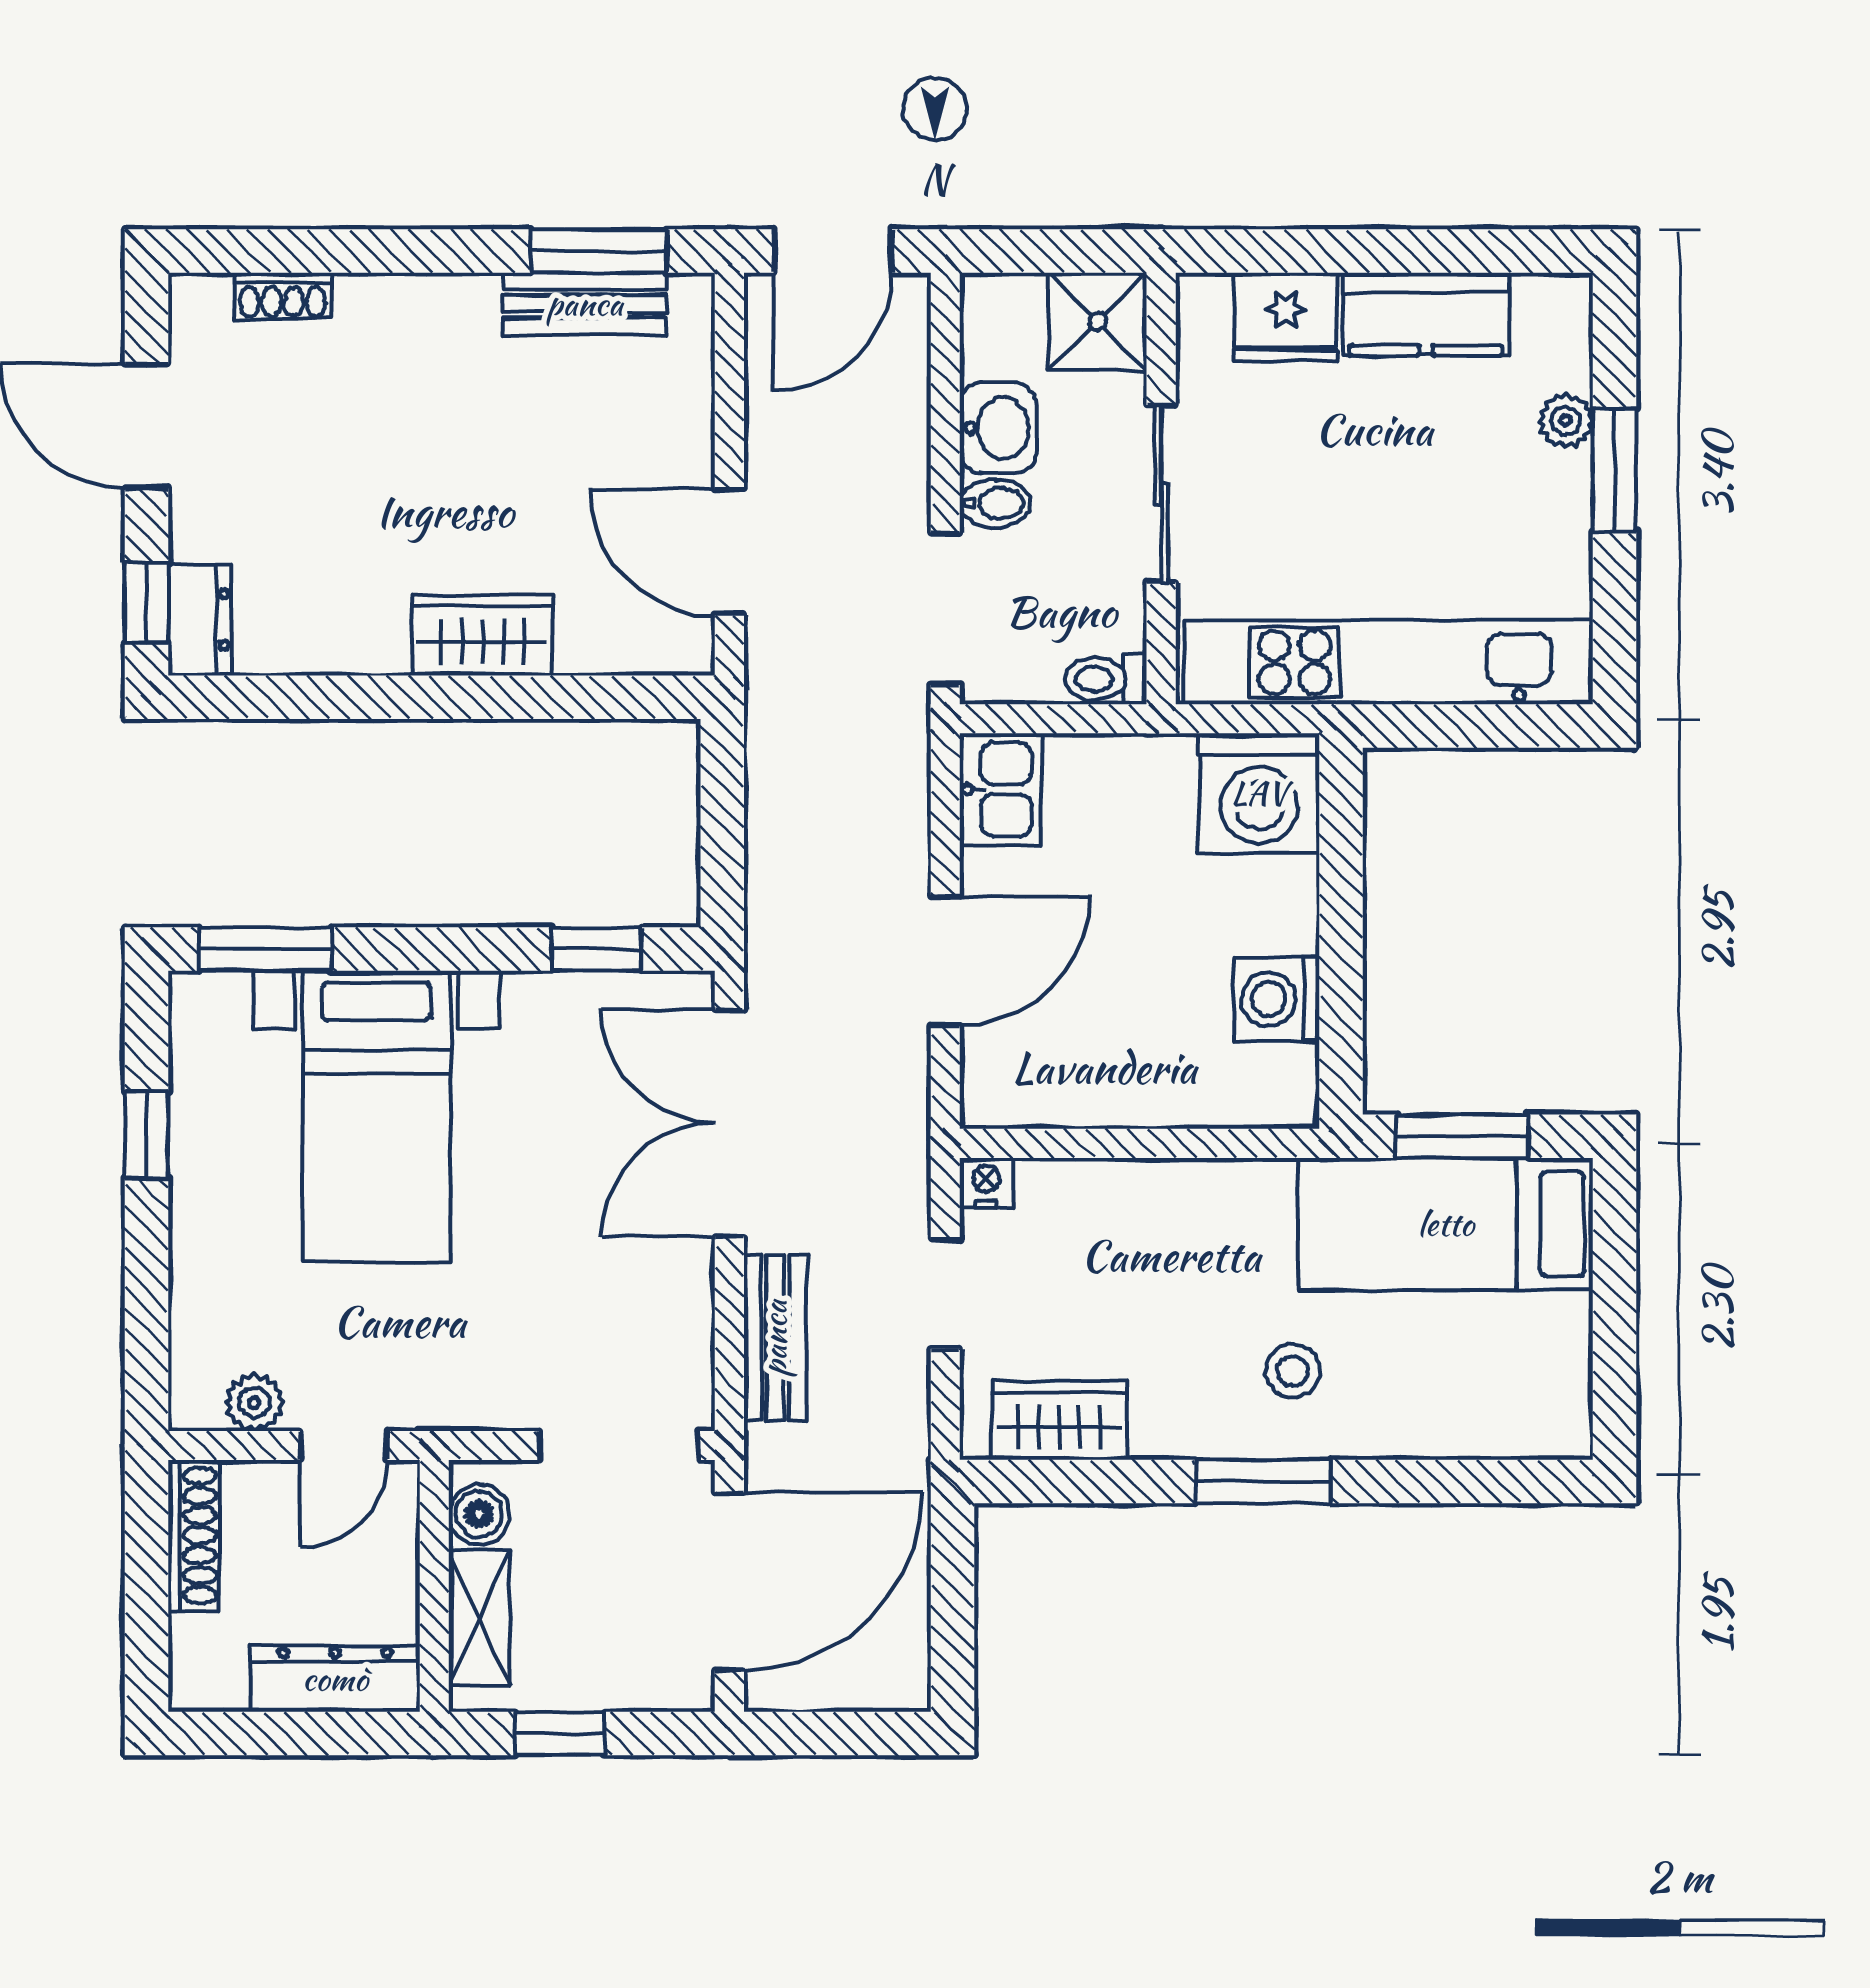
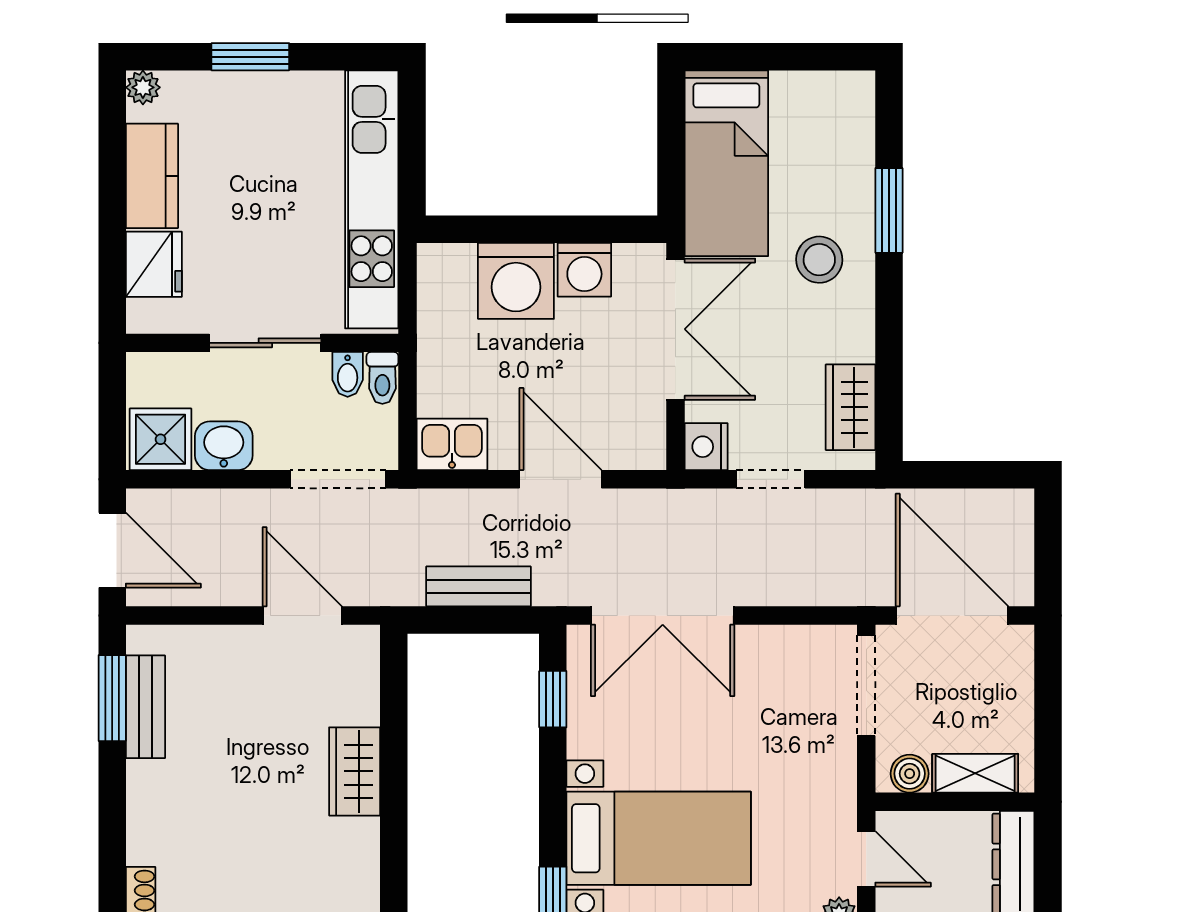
shower: (1098, 321) -> (161, 439), moved
plant: (1566, 421) -> (143, 87), moved
bidet: (995, 503) -> (348, 374), moved, turned 180
door: (729, 552) -> (302, 615), swing flipped
washing machine: (1259, 793) -> (516, 281), moved, turned 90
window: (1461, 1136) -> (671, 153), removed
double door: (1183, 1143) -> (675, 329), added
nightstand: (986, 1183) -> (706, 447), width x1.39, depth x1.35
bench: (775, 1338) -> (479, 586), moved
stool: (1293, 1371) -> (819, 260), width x1.37, depth x1.37
window: (1264, 1482) -> (889, 210), moved
window: (560, 1733) -> (1048, 723), removed

